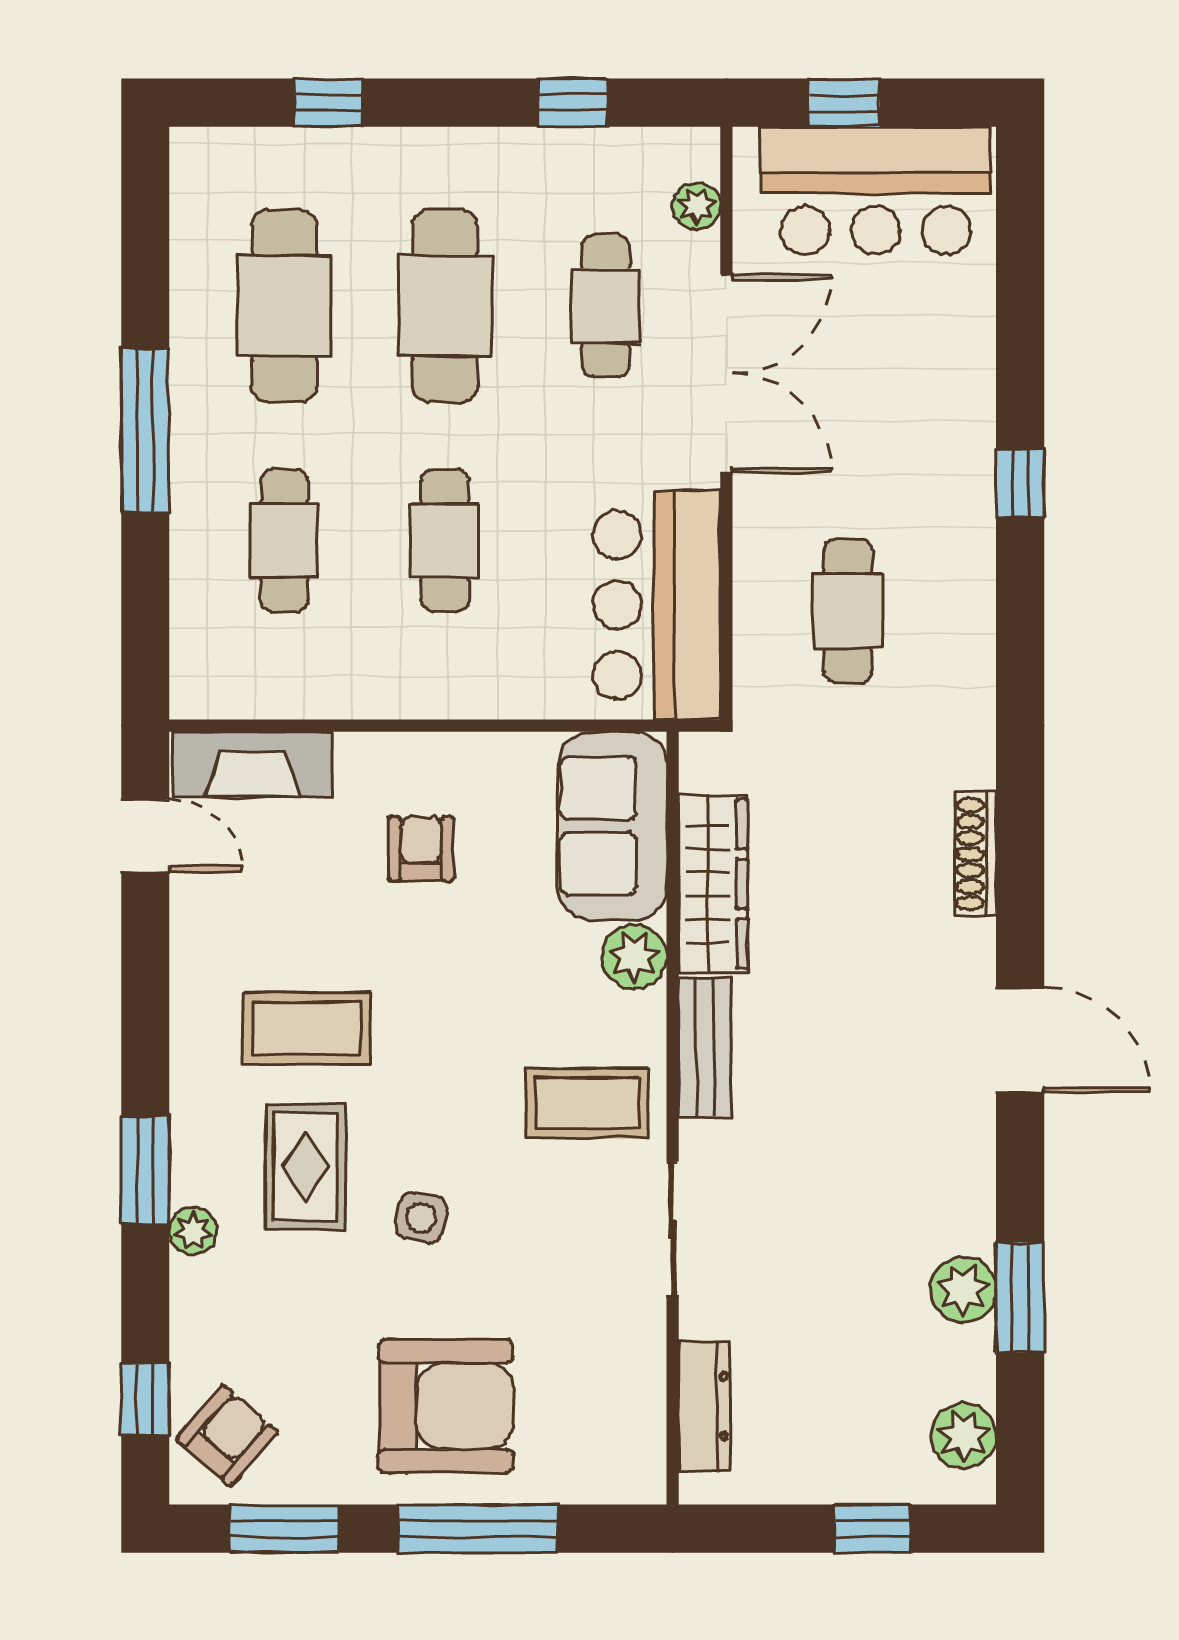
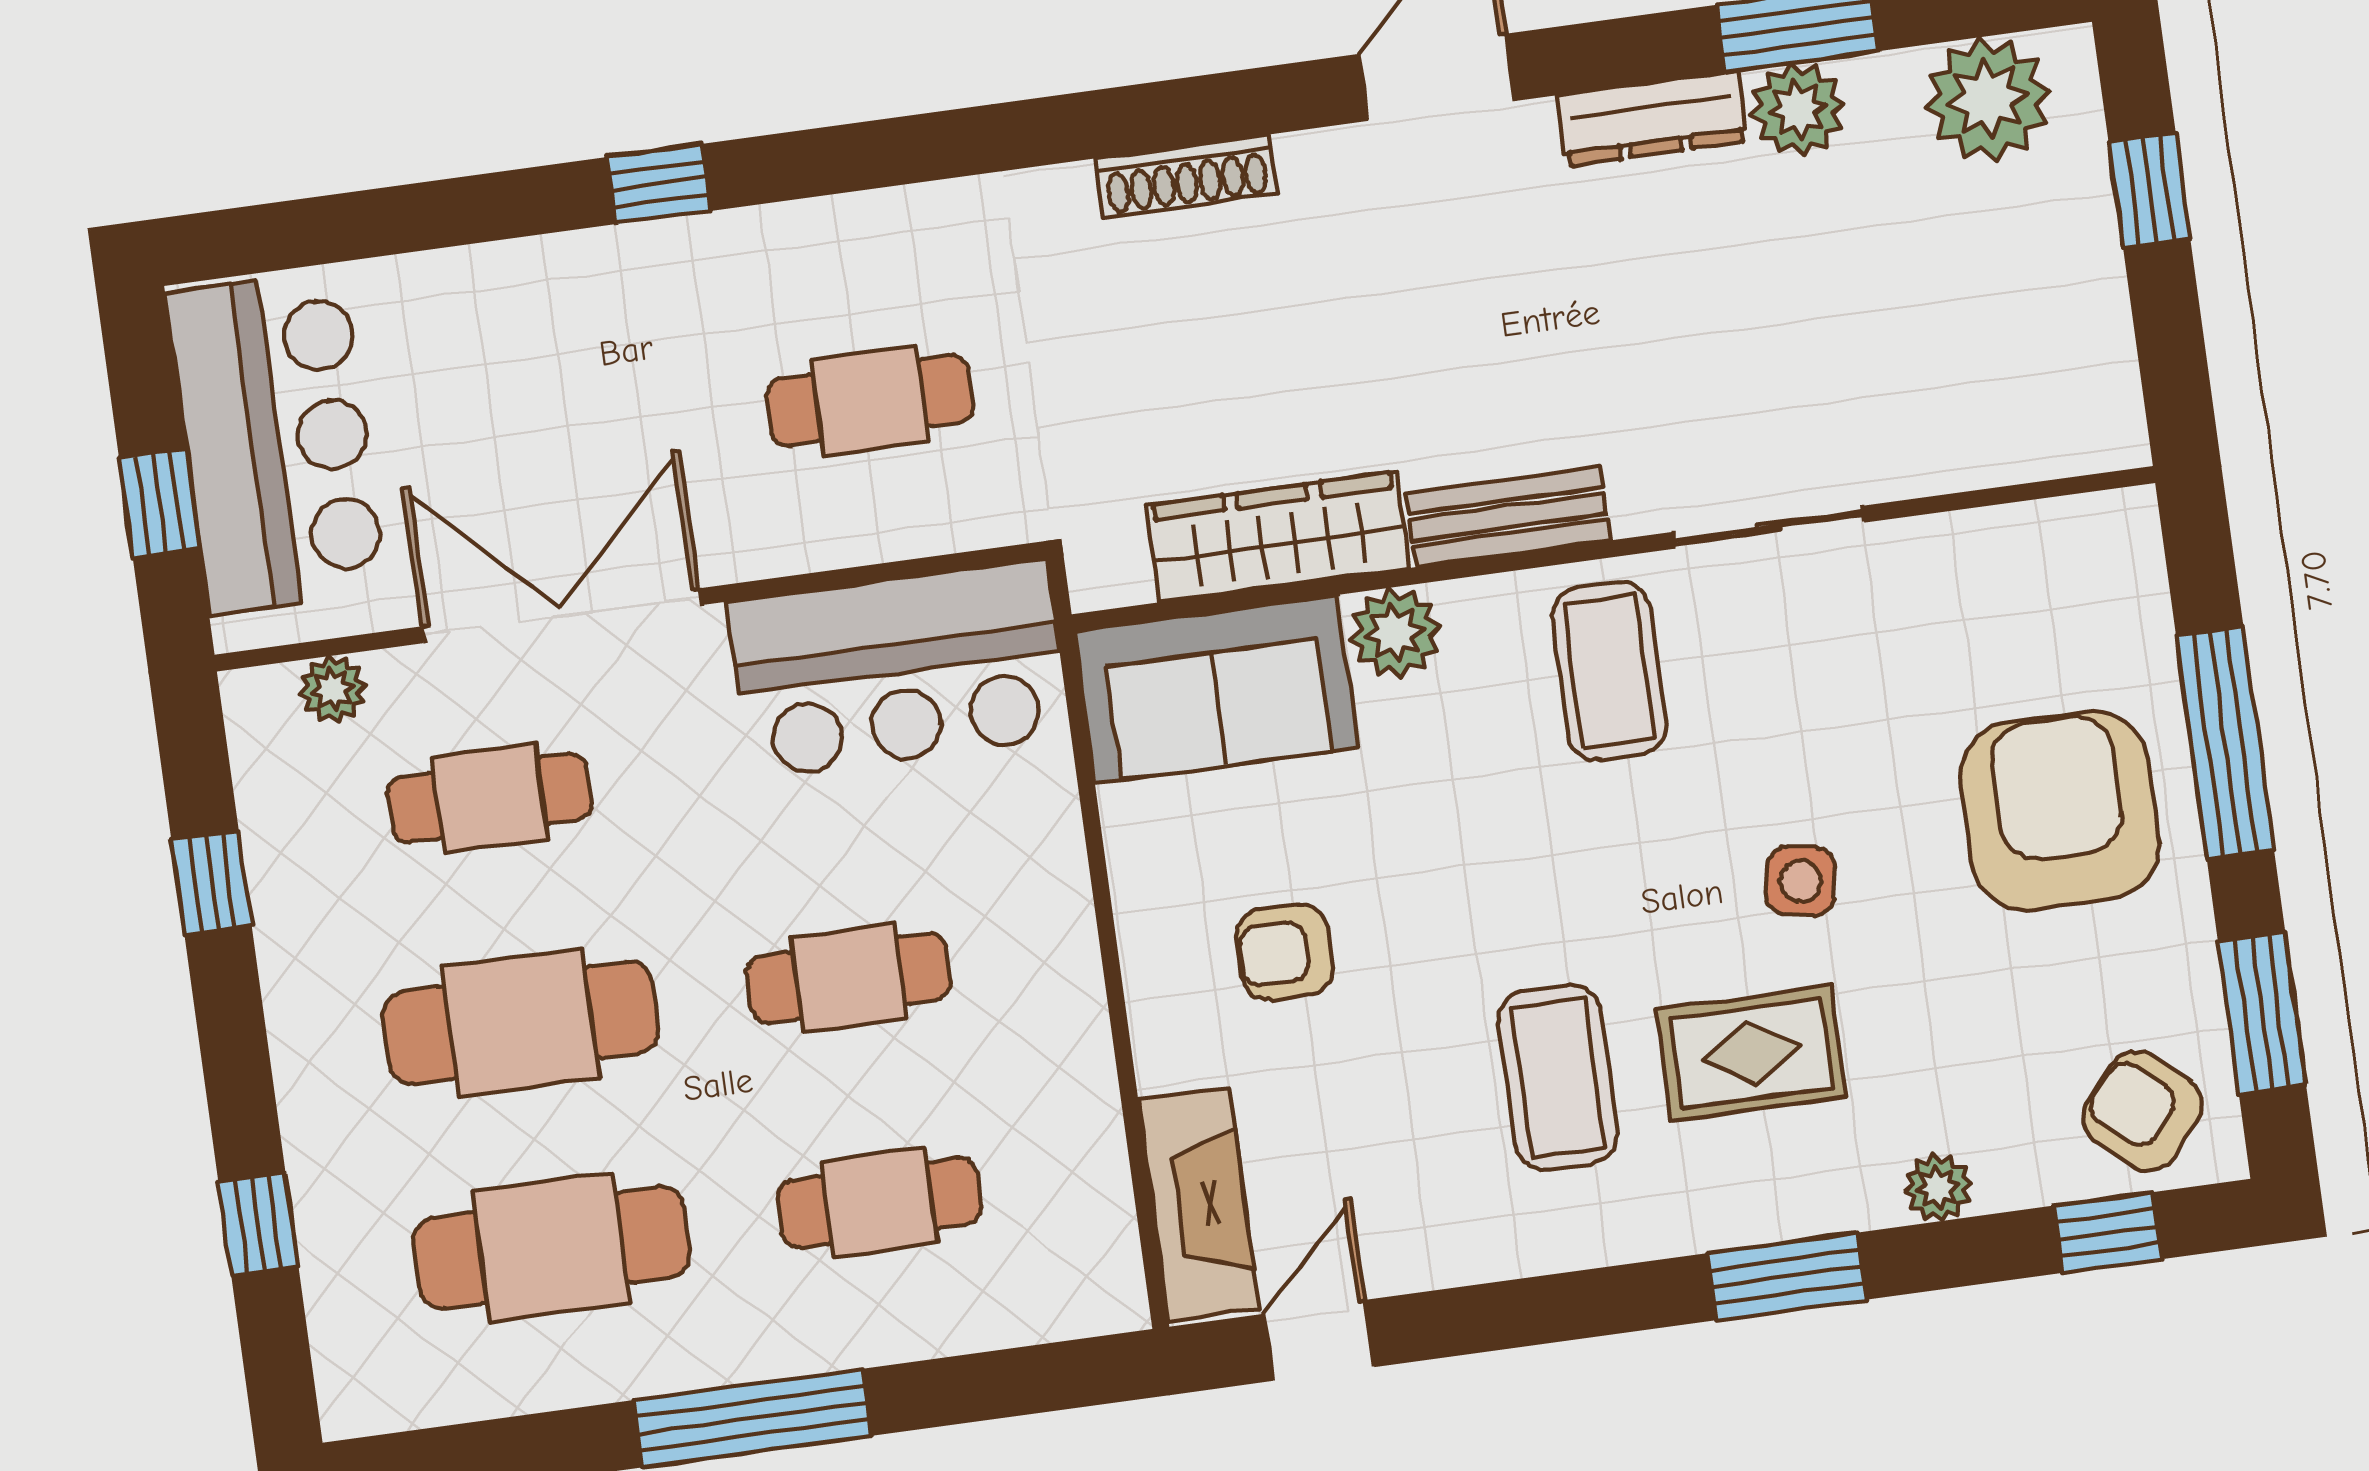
plant: (193, 1231) -> (1938, 1187), moved
dresser: (704, 1406) -> (1652, 118), moved, turned 180
plant: (964, 1436) -> (1988, 99), width x1.36, depth x1.36

